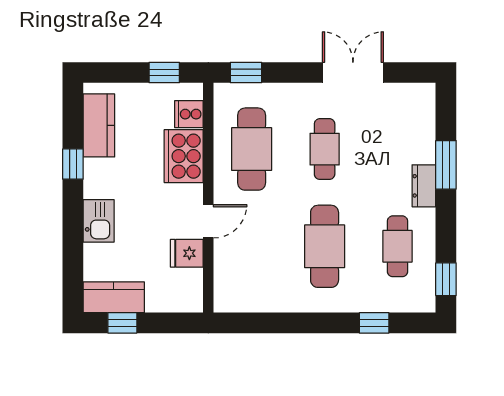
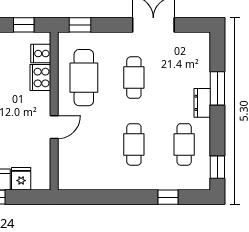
cooker: (184, 156) -> (40, 77), width x0.73, depth x0.76
cafe table: (325, 246) -> (134, 144), width x0.73, depth x0.74
fridge: (187, 253) -> (21, 179), moved, turned 90

